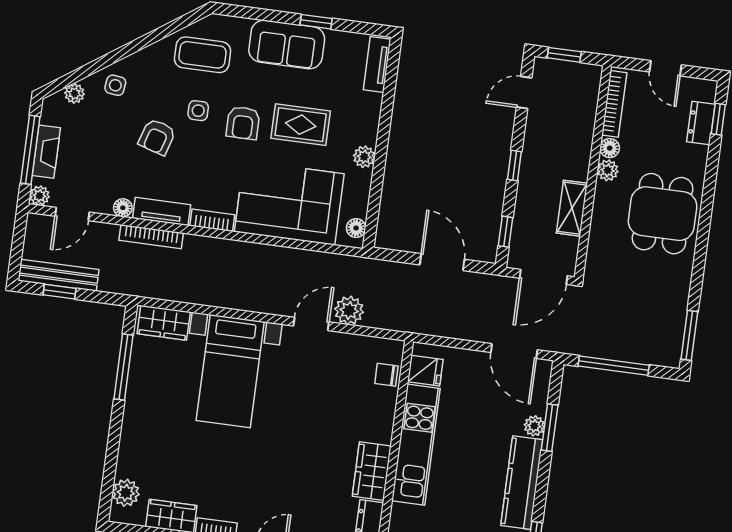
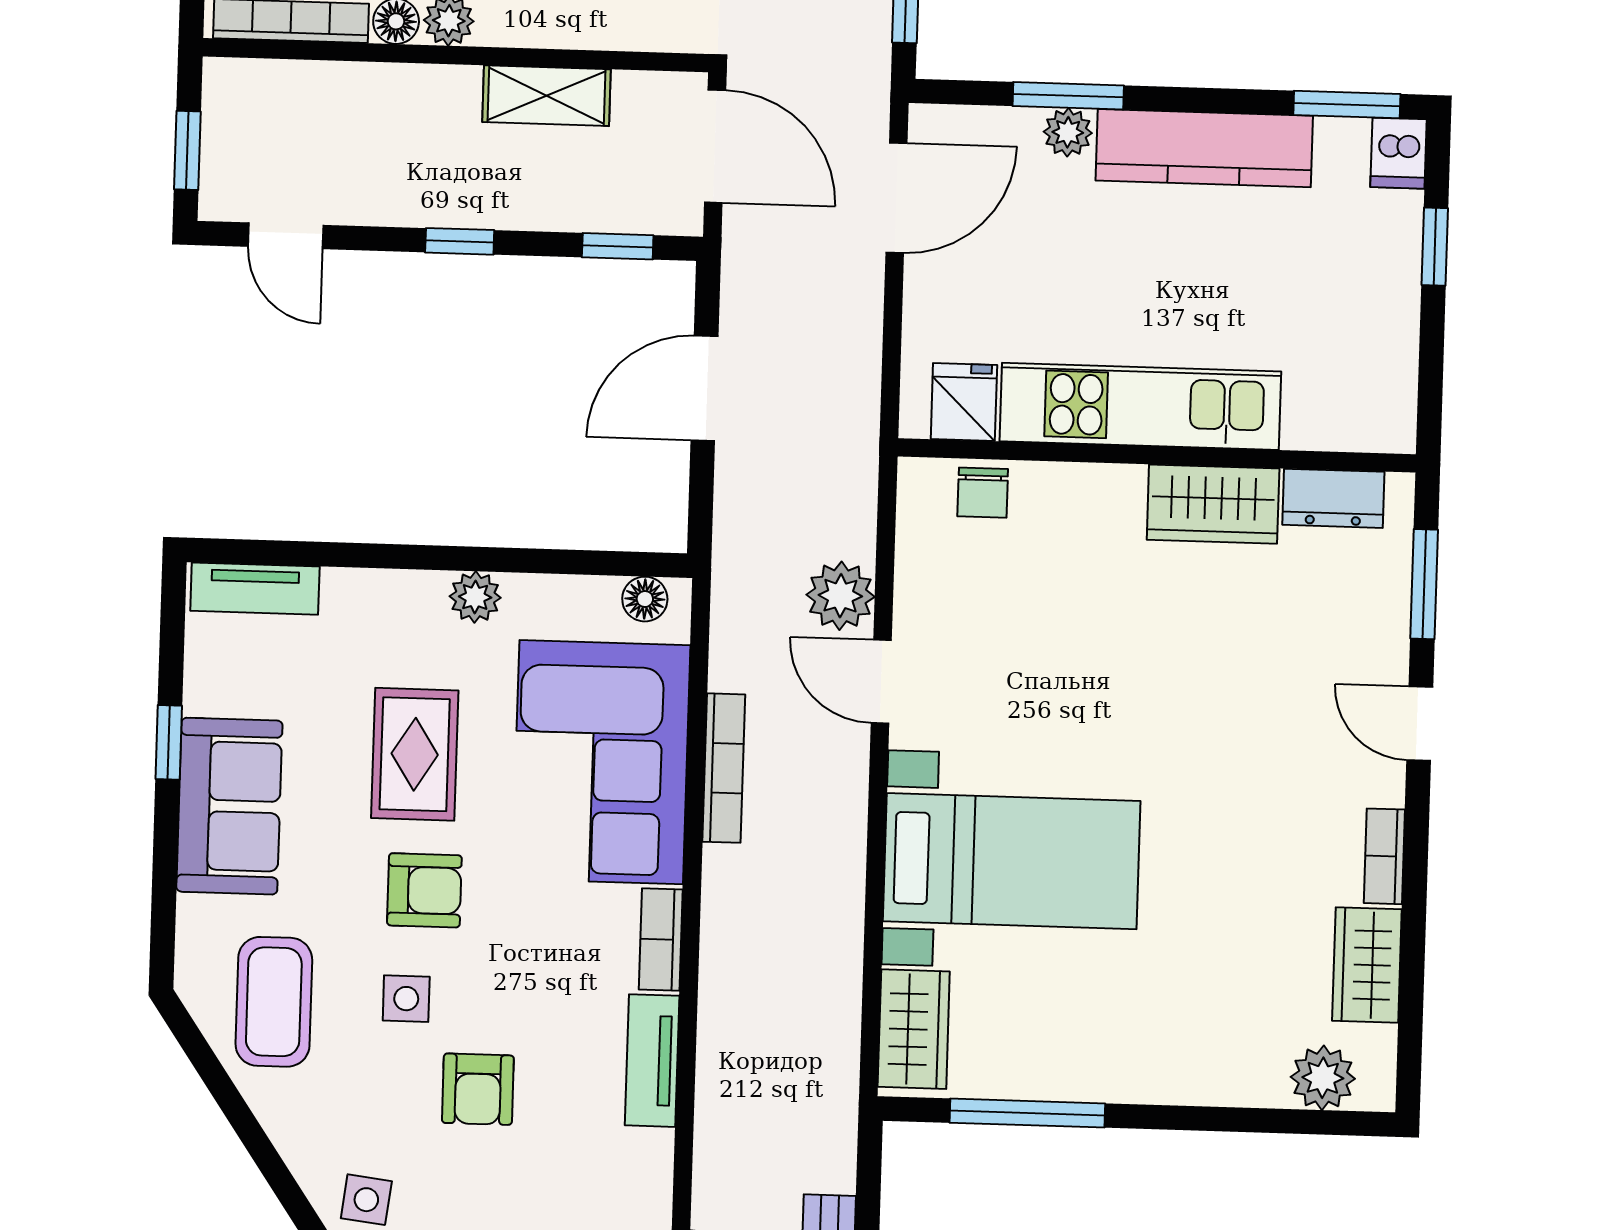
armchair: (157, 137) -> (478, 1089), turned 73
floor lamp: (123, 208) -> (653, 1153), removed
bookcase: (151, 237) -> (724, 768), moved

